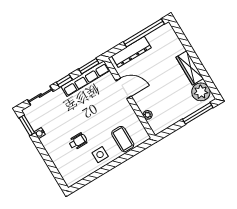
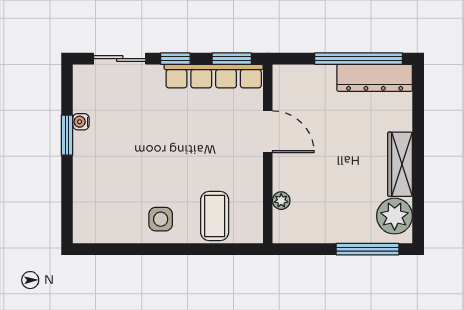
dresser: (131, 52) -> (375, 78), moved
window: (27, 125) -> (67, 135), moved
wheelchair: (78, 141) -> (137, 174), removed

